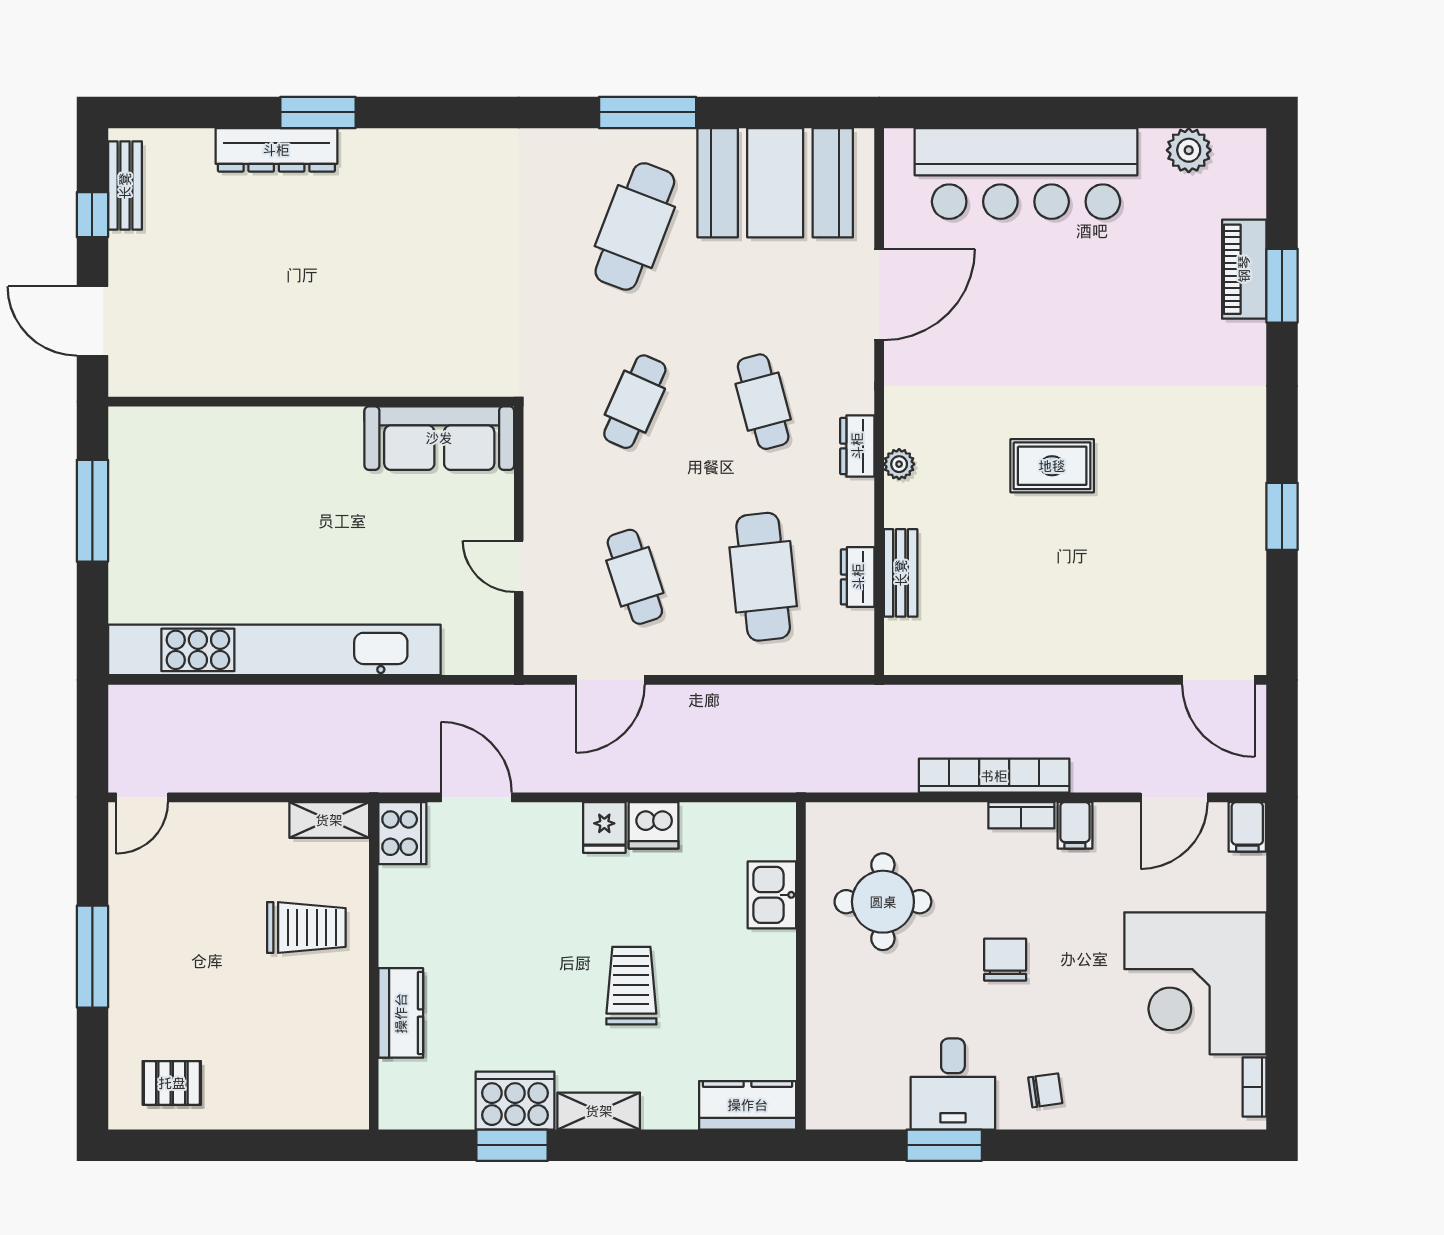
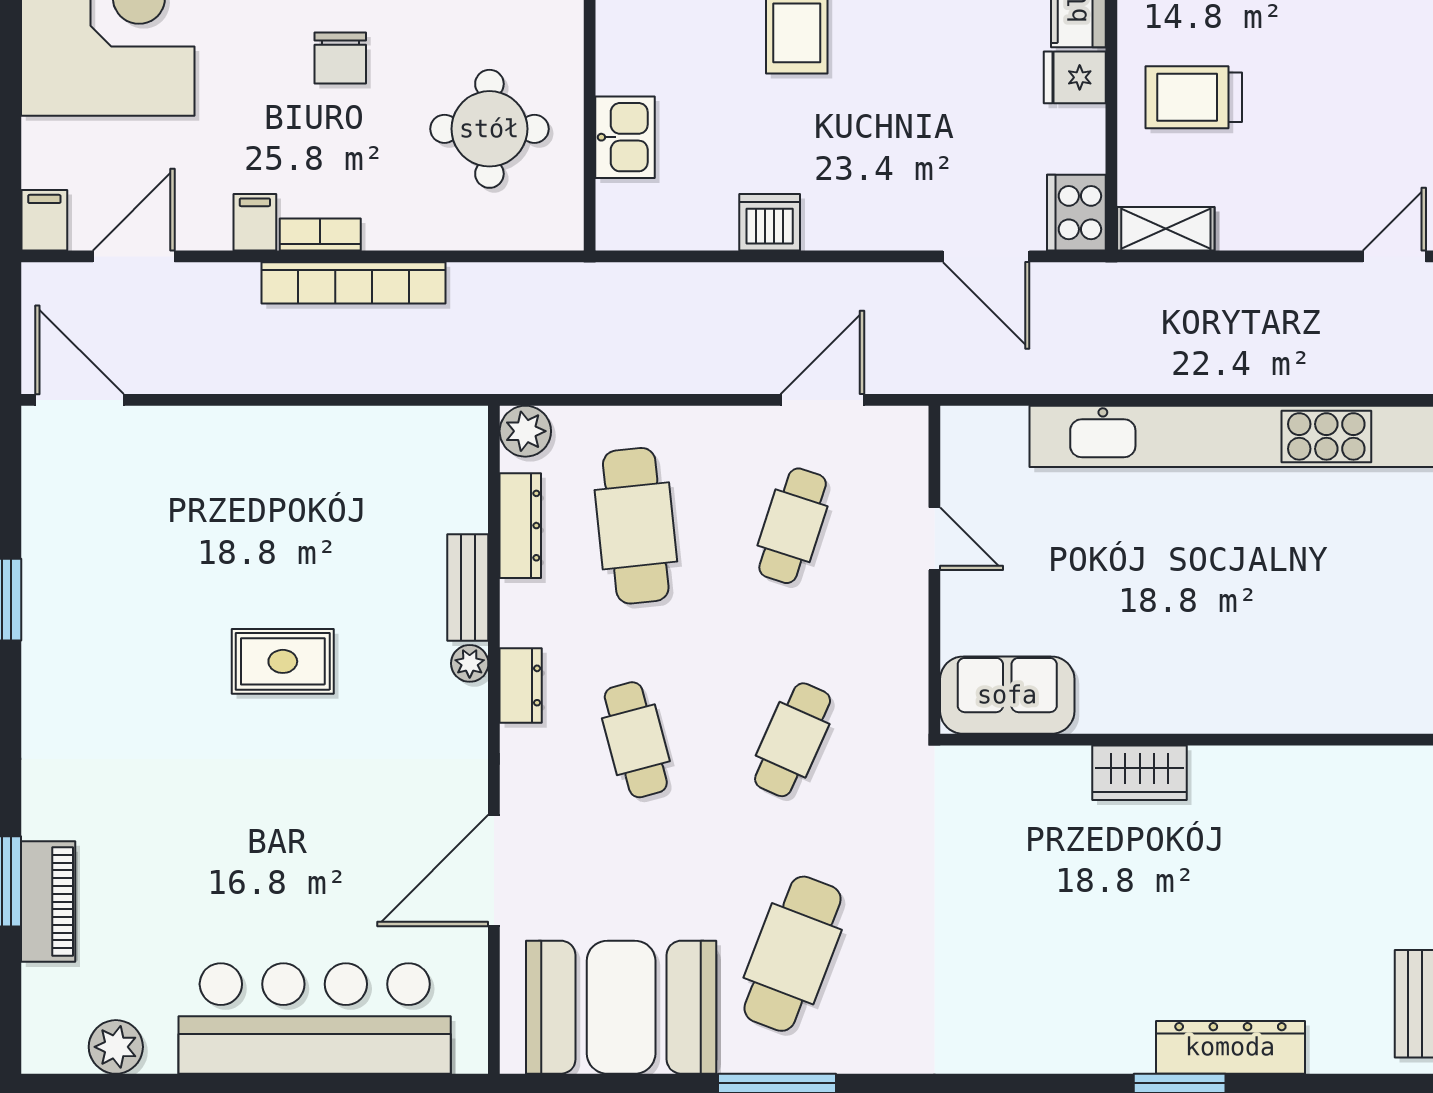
wardrobe: (351, 375) -> (1140, 773), added
sofa: (439, 438) -> (1007, 695), width x0.73
bench: (901, 573) -> (468, 588), moved
cafe table: (635, 577) -> (793, 526), turned 36
dresser: (858, 577) -> (520, 526), width x1.44
plant: (854, 654) -> (525, 431), added
fridge: (604, 827) -> (1075, 77), moved, turned -90

